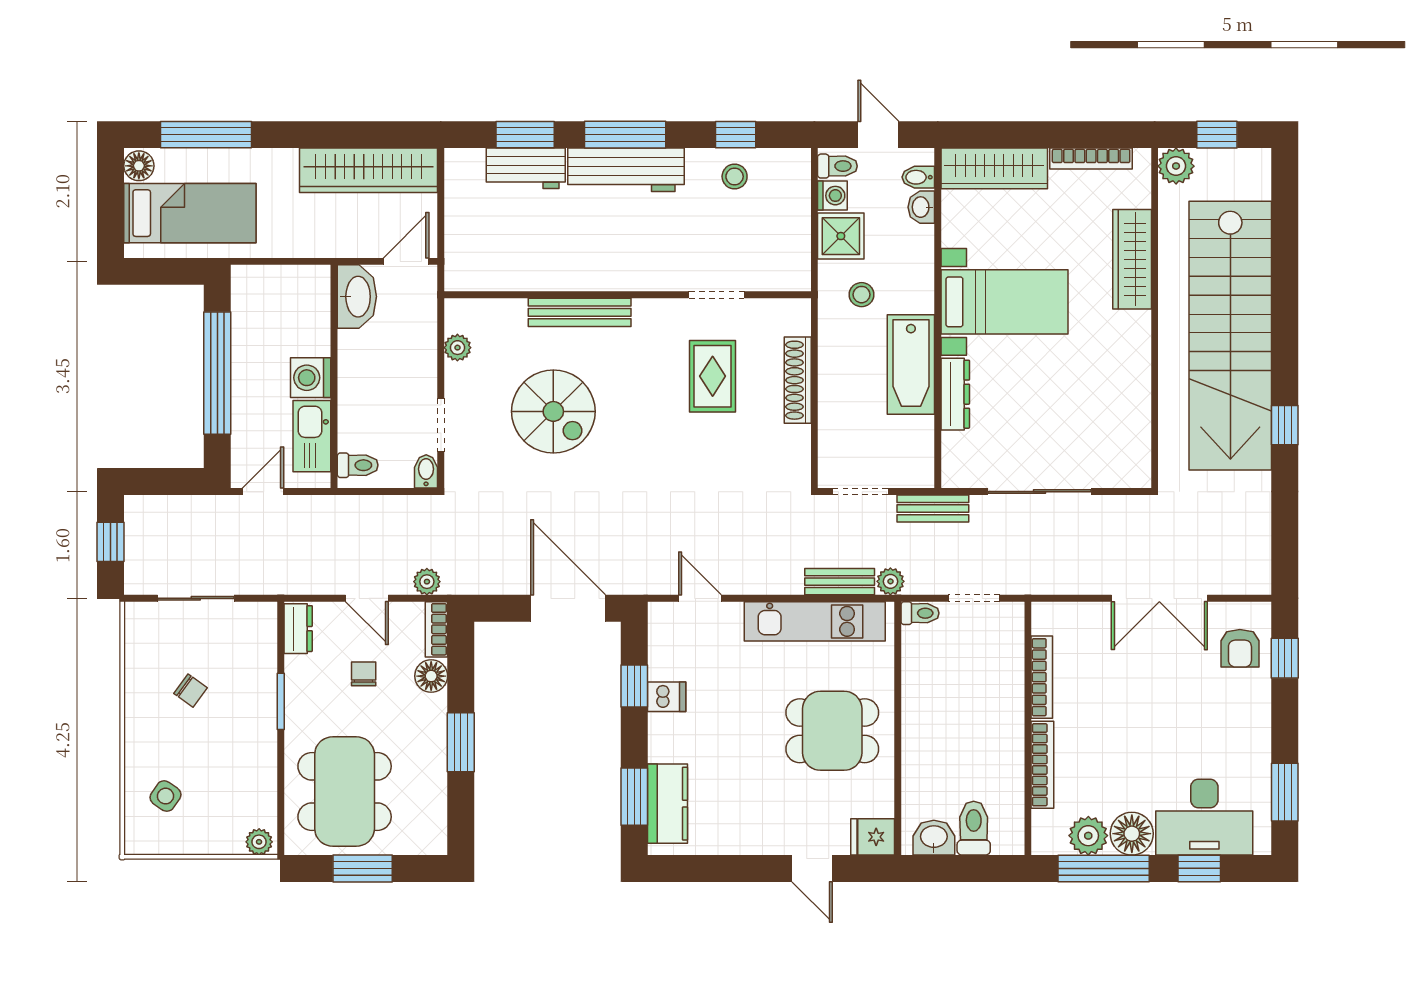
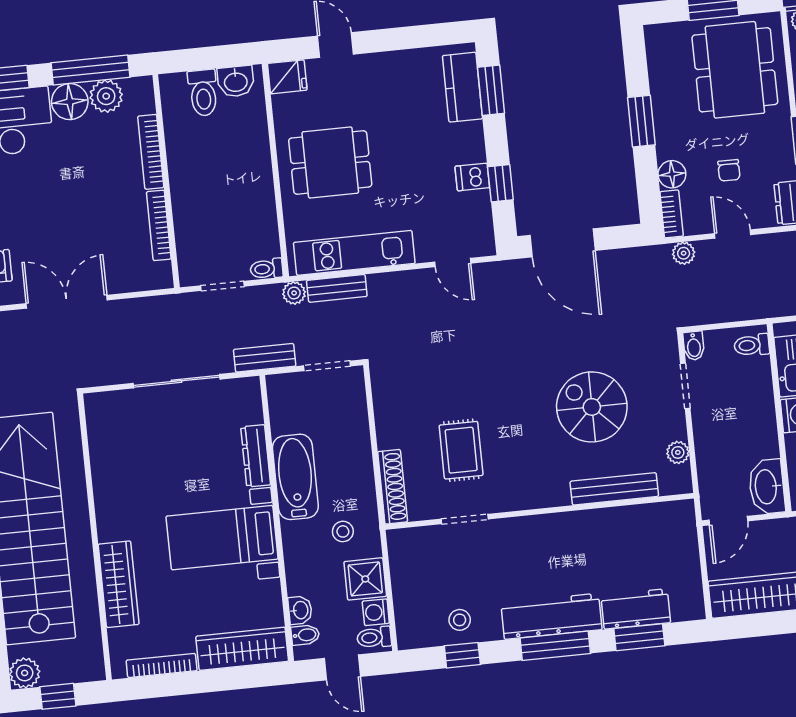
plant: (1176, 166) -> (25, 673), moved
bench: (580, 312) -> (614, 489), moved
shoe rack: (798, 380) -> (393, 487), moved

